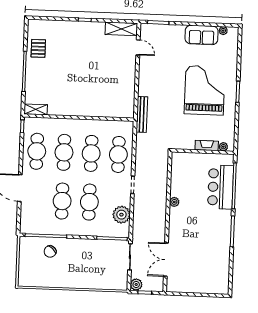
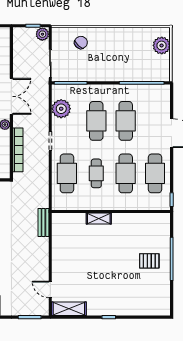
pallet: (38, 48) -> (149, 261), moved, turned 90
shelving: (36, 109) -> (99, 218), moved
bench: (142, 114) -> (43, 223), width x0.73
cafe table: (91, 153) -> (96, 173), width x0.73, depth x0.74
bookcase: (163, 178) -> (18, 150), added
chair: (50, 251) -> (81, 43), moved
double door: (166, 260) -> (11, 96), moved
plant: (26, 270) -> (162, 45), added

